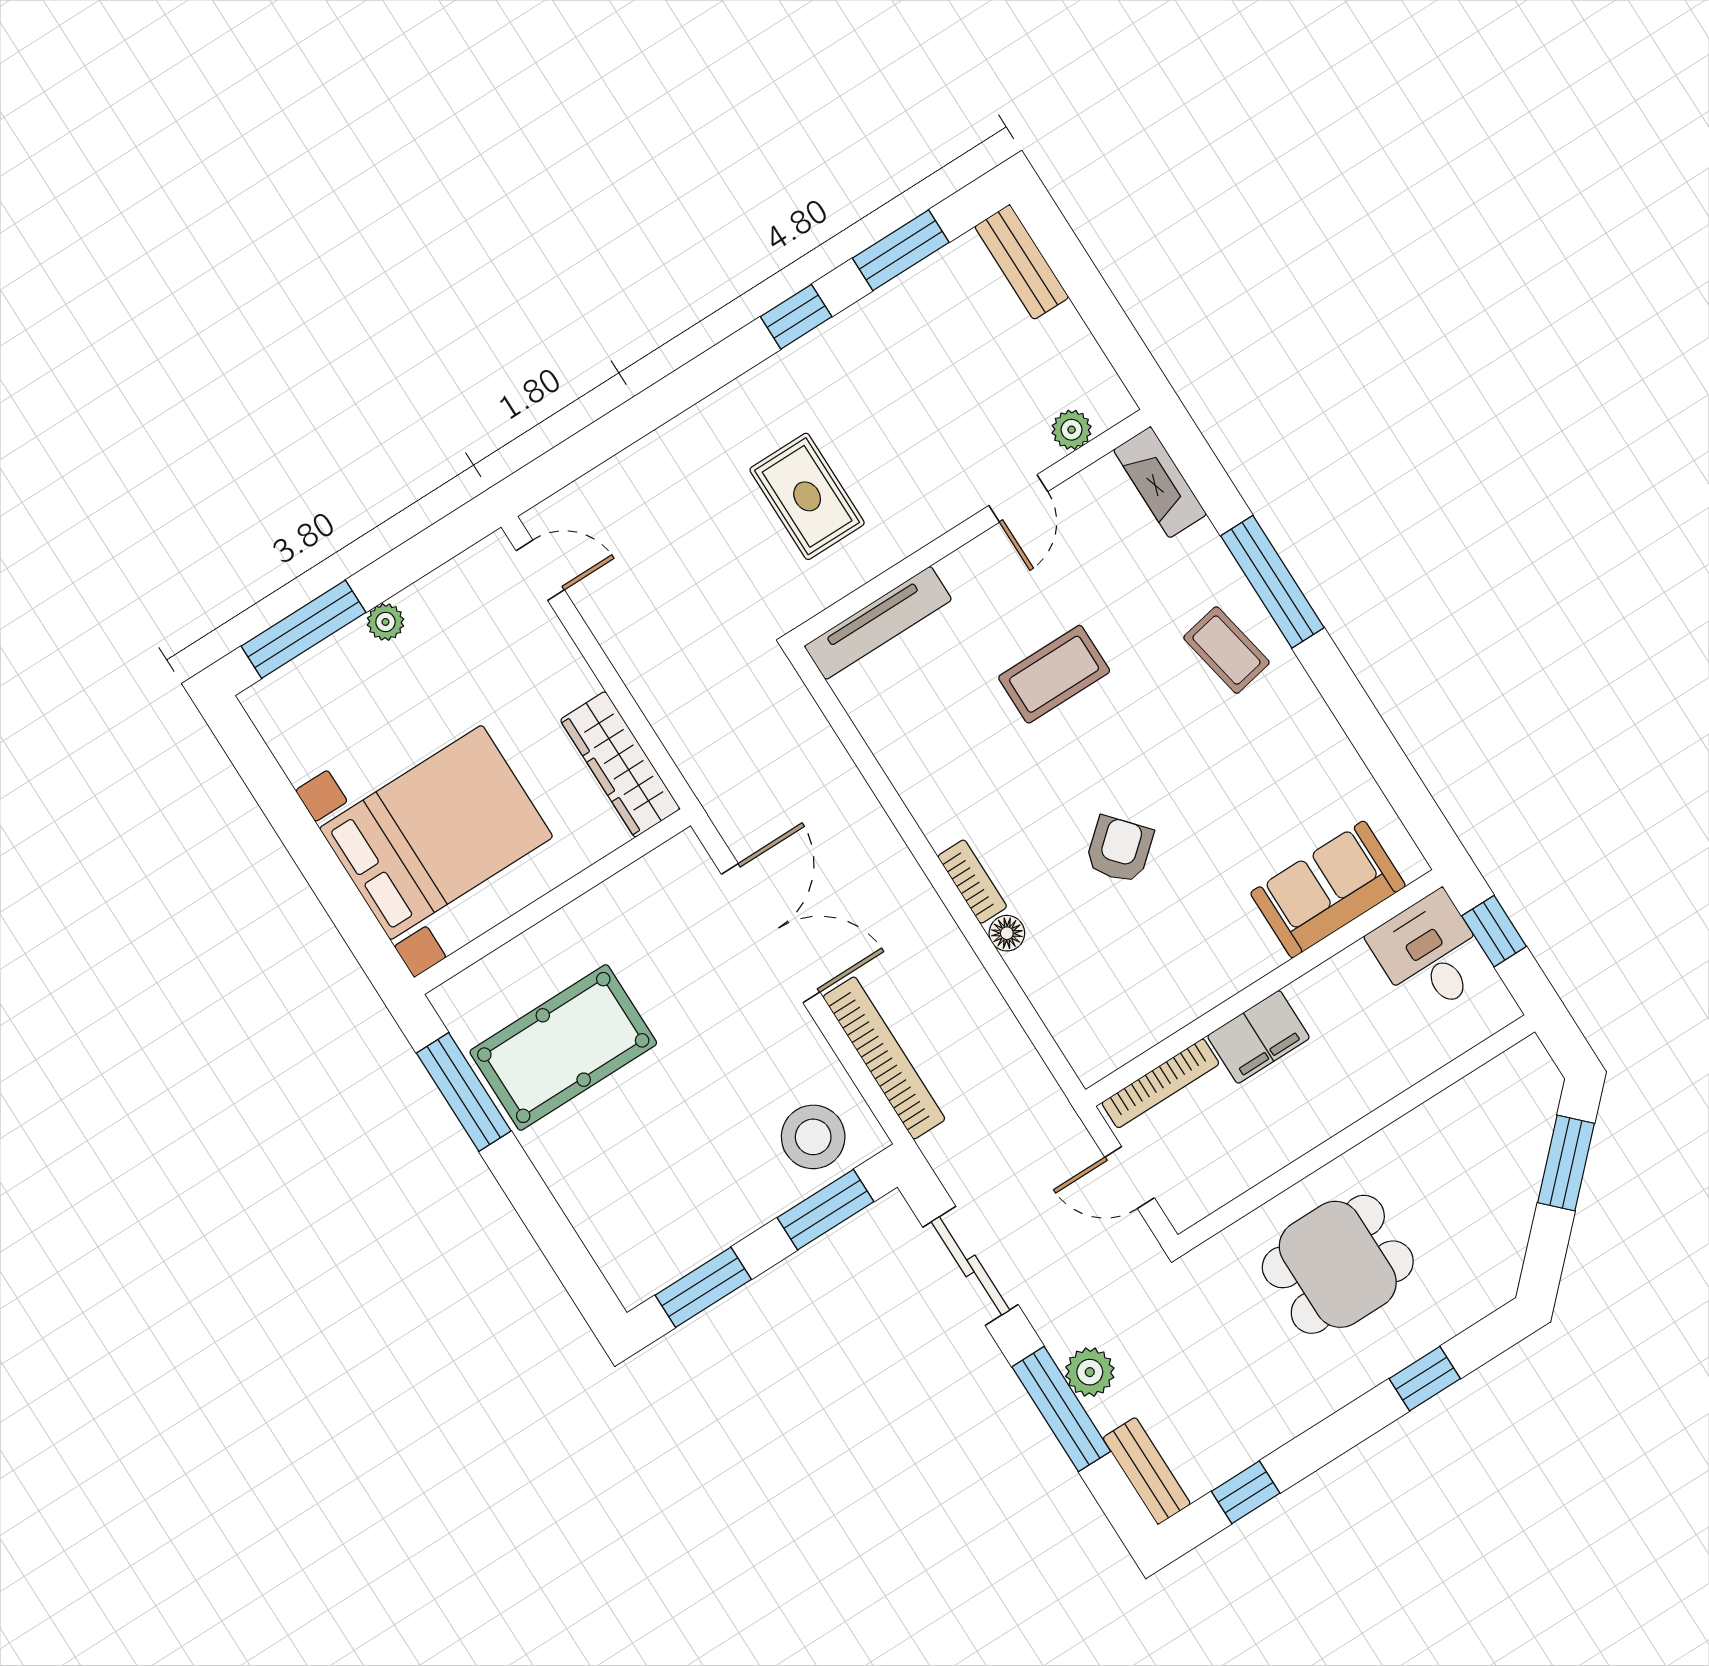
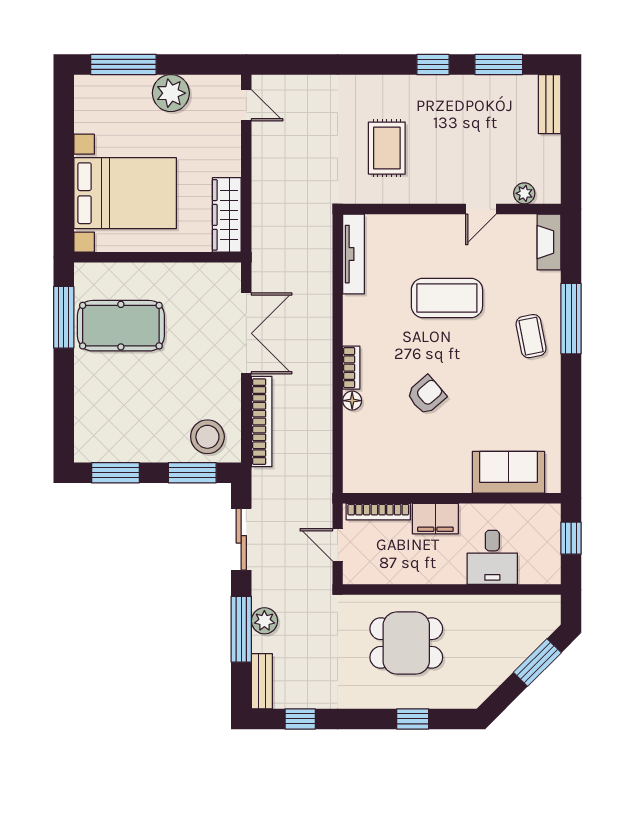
plant: (385, 622) -> (171, 93), width x1.88, depth x1.88
tv unit: (878, 623) -> (354, 254), moved, turned -90
coffee table: (1054, 674) -> (447, 298), width x1.36, depth x1.32
desk: (1430, 954) -> (492, 557), moved, turned 180

